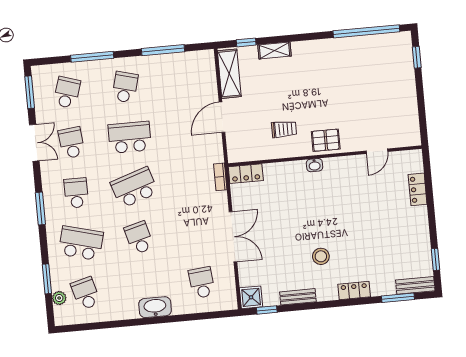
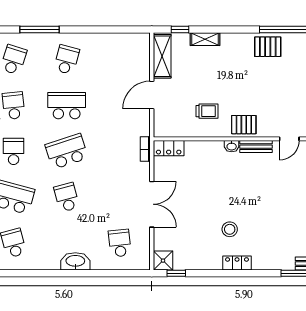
window: (163, 50) -> (104, 29), removed
pallet: (344, 52) -> (268, 47), added
locker: (354, 291) -> (237, 263), moved
bench: (298, 297) -> (256, 147), moved

